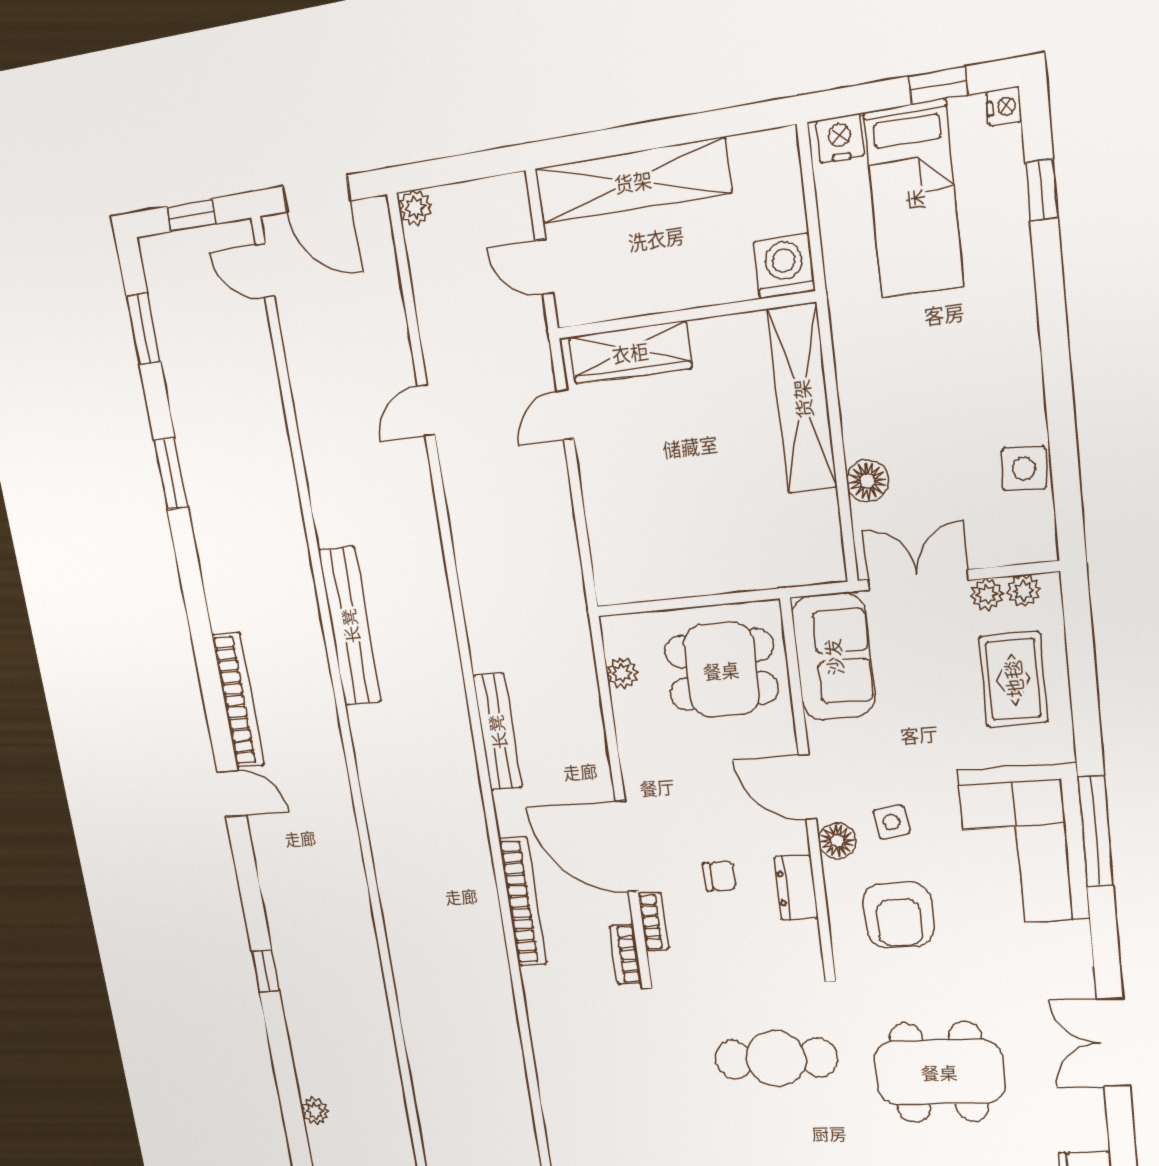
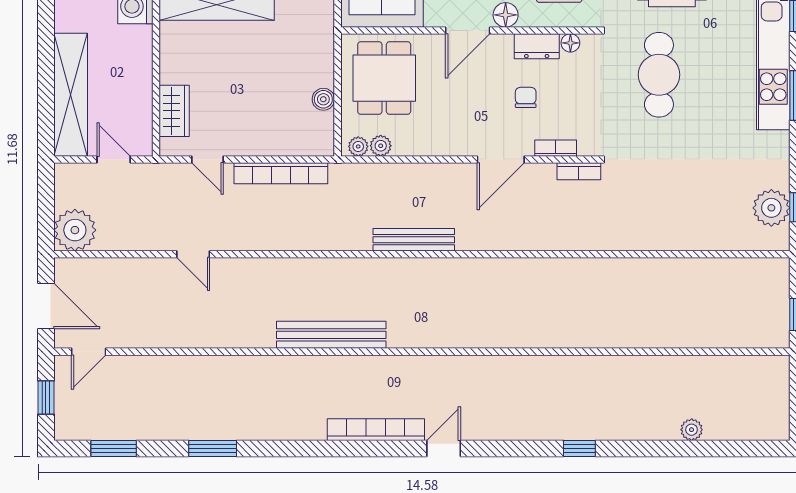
door: (317, 193) -> (46, 306), hinge flipped
plant: (415, 208) -> (75, 230), width x1.88, depth x1.88
door: (544, 267) -> (114, 159), swing flipped
wardrobe: (630, 352) -> (174, 111), width x0.67
boiler: (678, 582) -> (323, 99), added
plant: (616, 640) -> (358, 146), added
door: (627, 846) -> (501, 159), width x0.73
bookcase: (523, 902) -> (281, 173), moved, turned 180
floor lamp: (807, 935) -> (570, 43), added

